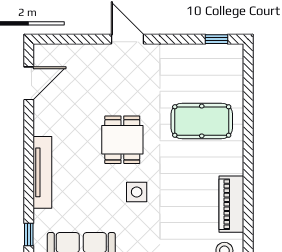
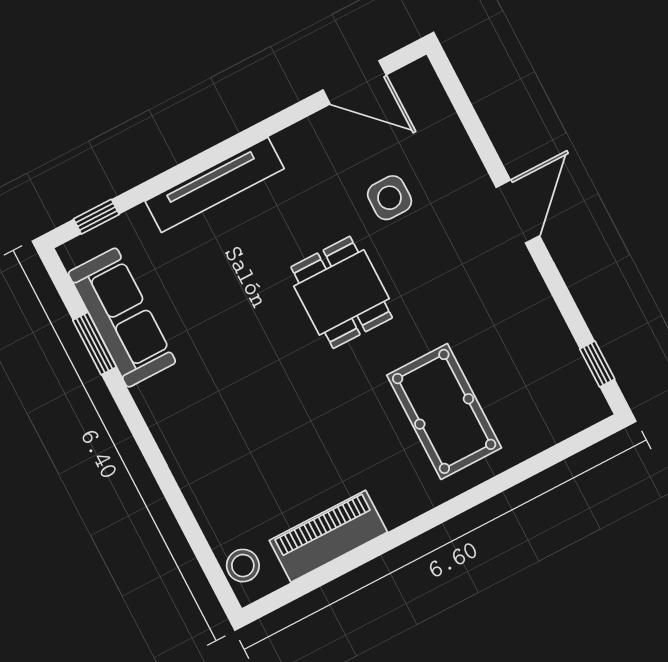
dining table: (122, 140) -> (342, 292), turned 90
side table: (137, 192) -> (390, 198), moved

